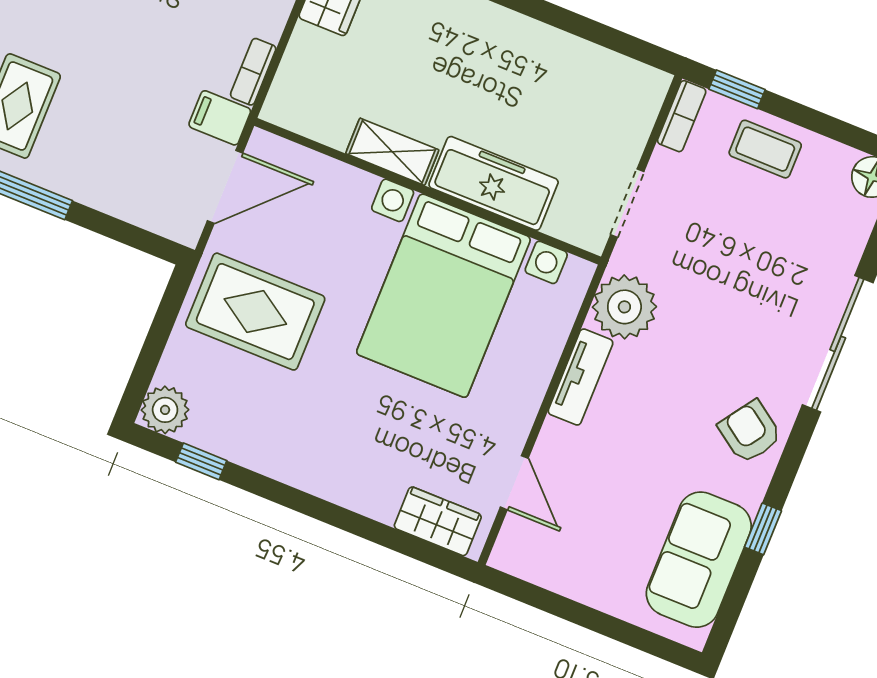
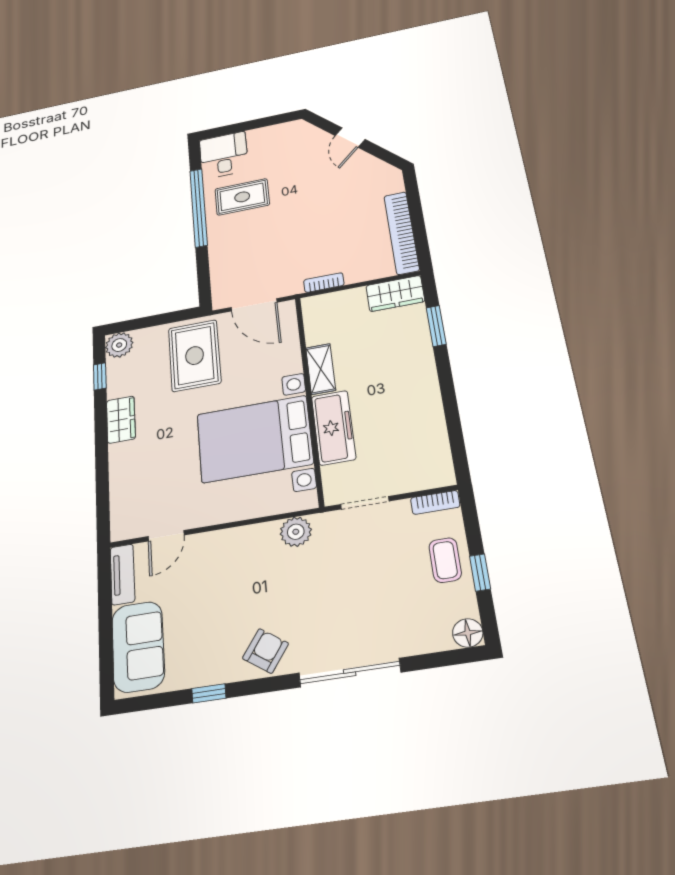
window: (737, 89) -> (480, 572), moved
filing cabinet: (220, 118) -> (290, 282), removed
plant: (624, 307) -> (296, 532), width x0.73, depth x0.73
tv unit: (580, 377) -> (122, 574), moved, turned -90
wardrobe: (438, 521) -> (121, 420), moved
sofa: (699, 560) -> (138, 647), moved, turned 90

